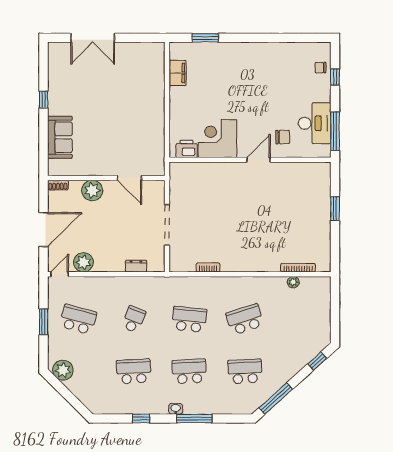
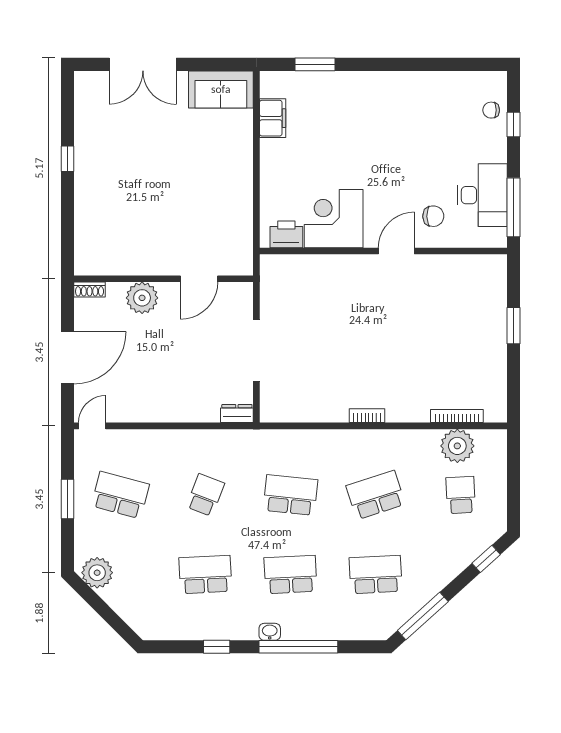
sofa: (60, 137) -> (221, 89), moved, turned 90
door: (129, 178) -> (199, 279), hinge flipped
plant: (83, 262) -> (129, 408), removed
dresser: (136, 266) -> (237, 414), moved
bookcase: (208, 267) -> (367, 416), moved
plant: (293, 282) -> (457, 446), width x1.88, depth x1.88
school desk: (301, 319) -> (461, 495), added
window: (194, 419) -> (298, 647), width x1.46

